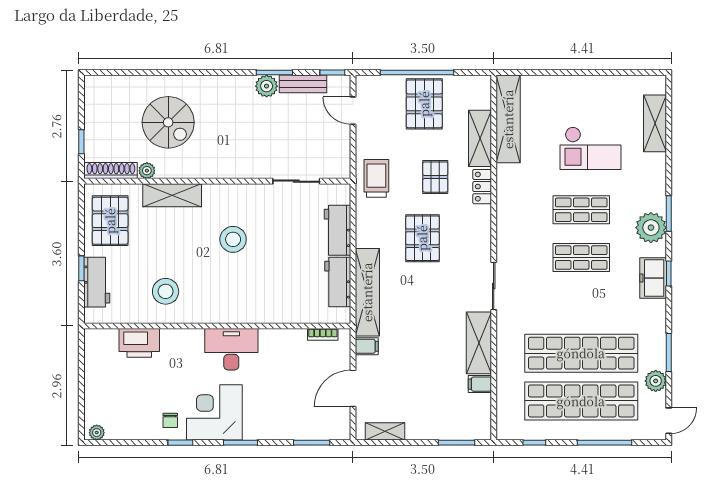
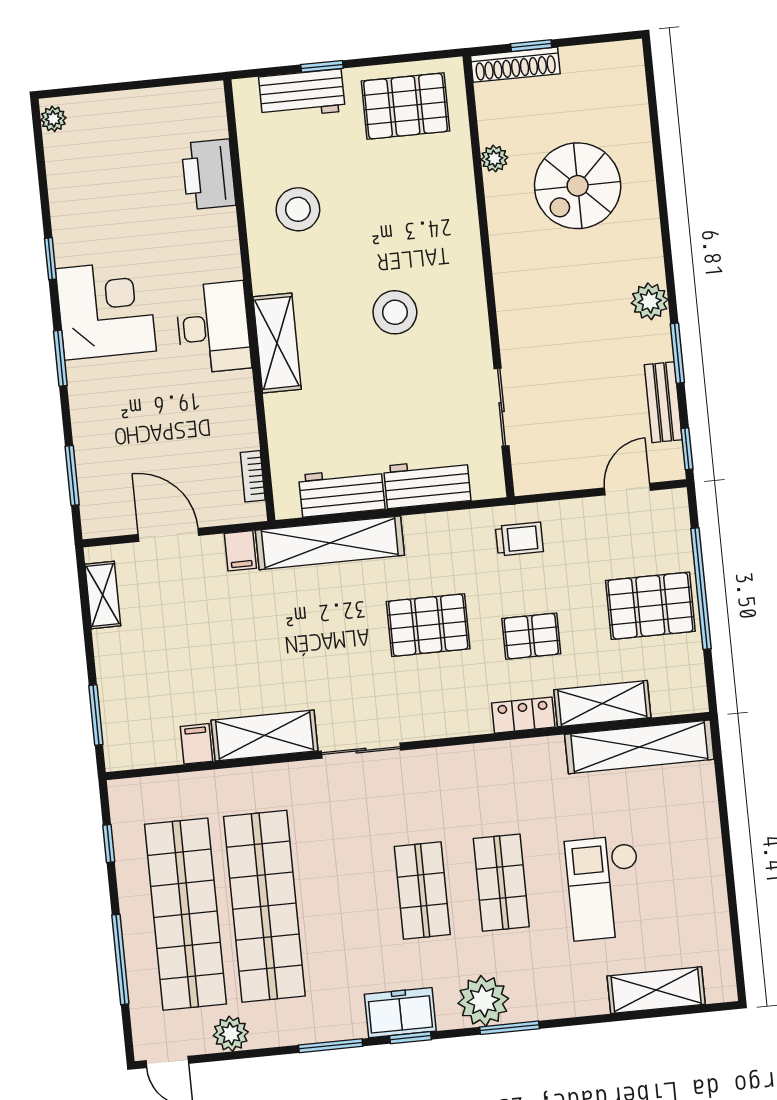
plant: (267, 86) -> (650, 301), moved
shoe rack: (111, 171) -> (515, 65), moved, turned 90
trolley: (376, 178) -> (519, 539), width x0.73, depth x0.72
shelving: (172, 195) -> (277, 343), moved
window: (669, 352) -> (331, 1046), moved
chair: (170, 420) -> (86, 239), removed

